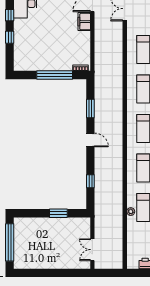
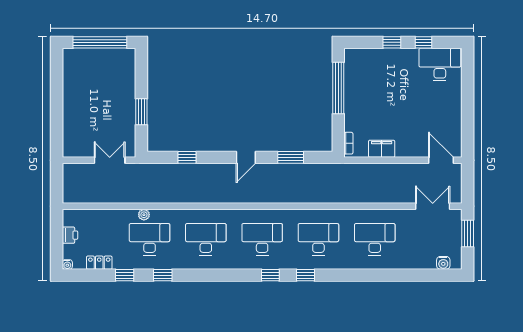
filing cabinet: (84, 22) -> (382, 149), moved
window: (55, 75) -> (338, 88), moved
double door: (92, 250) -> (110, 160), moved

